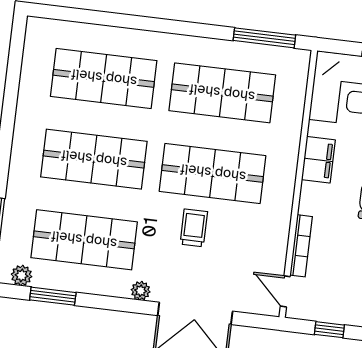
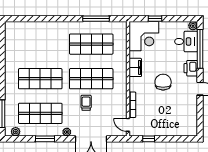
window: (264, 38) -> (96, 19), moved
shop shelf: (104, 78) -> (40, 44), removed
window: (53, 296) -> (45, 139), moved

